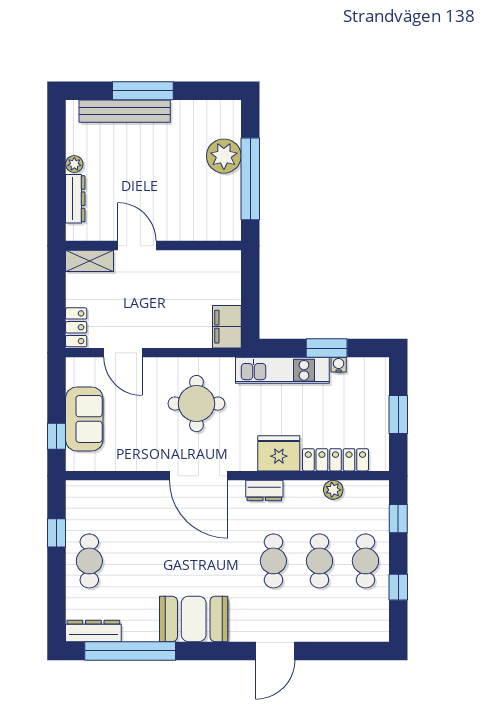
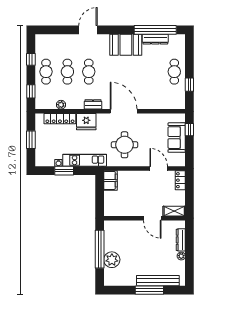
dresser: (93, 631) -> (155, 39), moved

